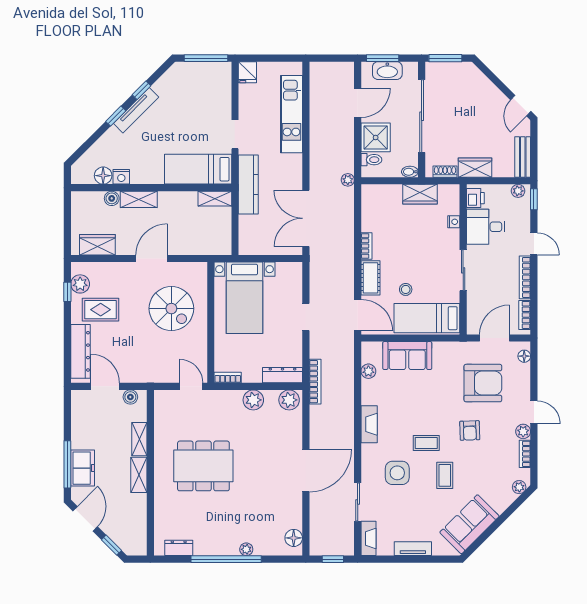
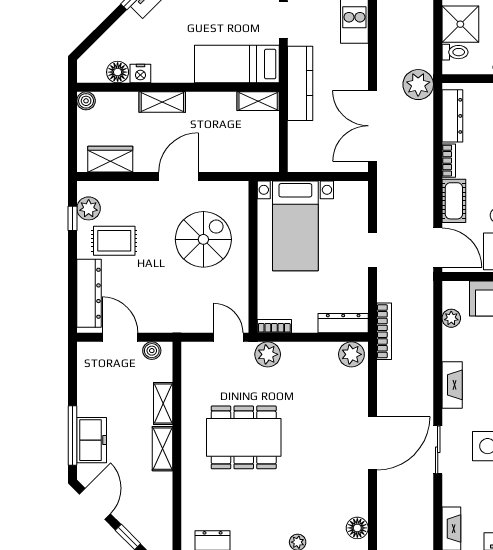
plant: (348, 180) -> (418, 85), width x1.88, depth x1.88
boiler: (112, 198) -> (86, 101), moved
dresser: (369, 210) -> (452, 116), added
spiral stairs: (171, 309) -> (203, 239), turned -90
plant: (253, 400) -> (268, 354), moved
sliding door: (358, 502) -> (438, 450), moved

